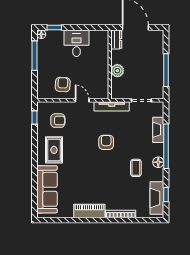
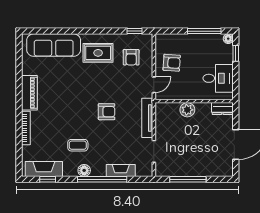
dresser: (116, 40) -> (222, 109), moved
wall: (110, 65) -> (194, 101), moved
plant: (117, 71) -> (187, 110), moved

